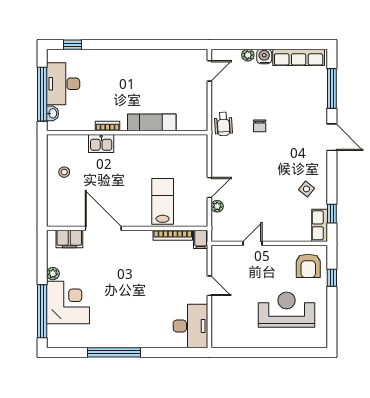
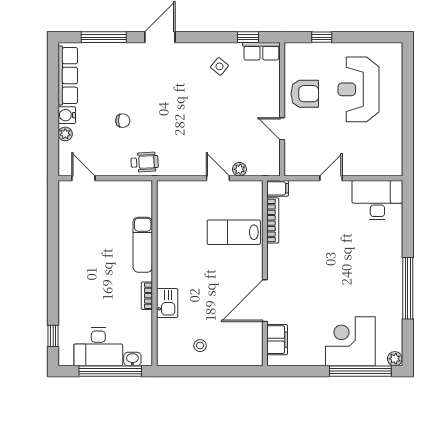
chair: (260, 126) -> (123, 121), moved
armchair: (308, 266) -> (305, 94), moved
plant: (53, 274) -> (395, 359), moved

